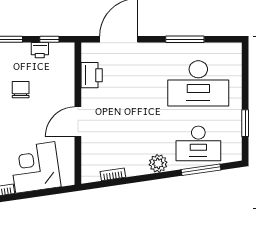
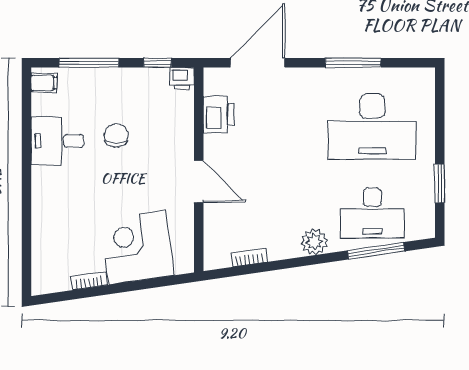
printer: (40, 50) -> (182, 78), moved
door: (78, 122) -> (199, 182), swing flipped

